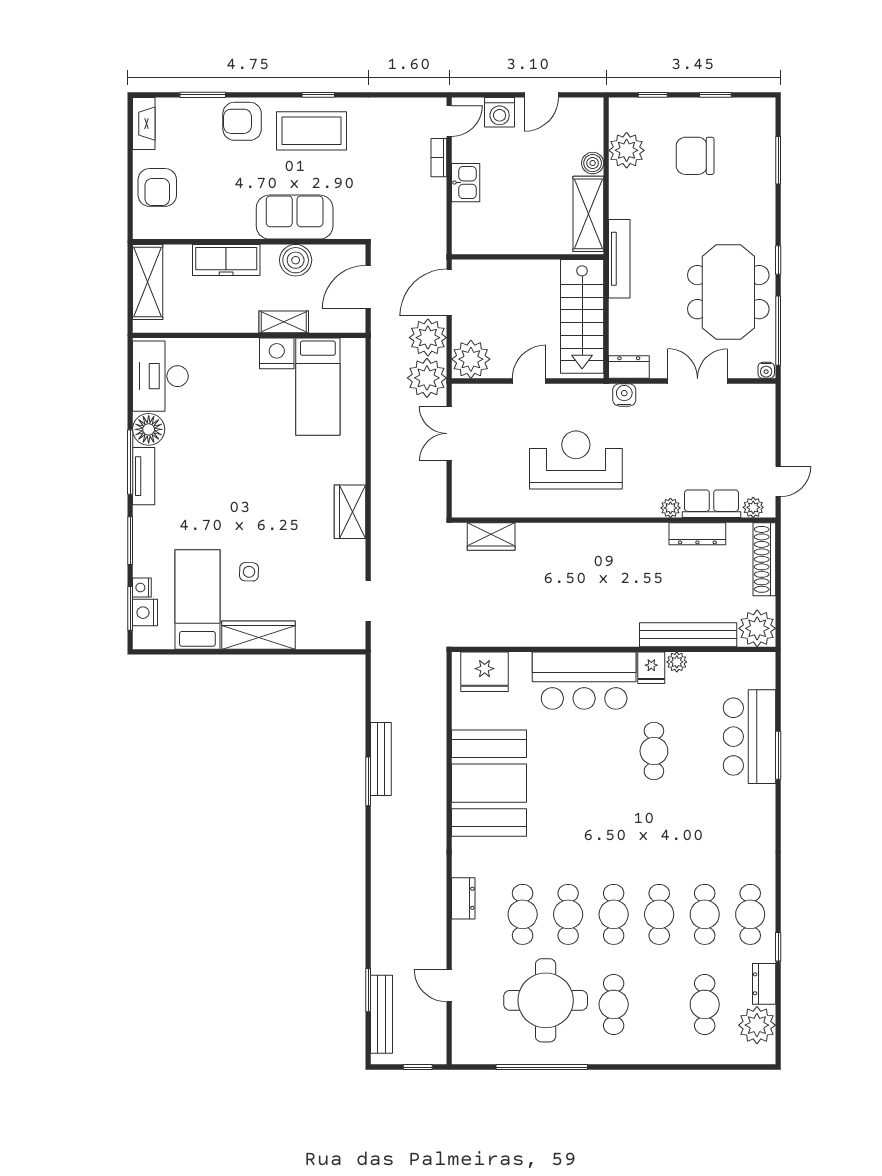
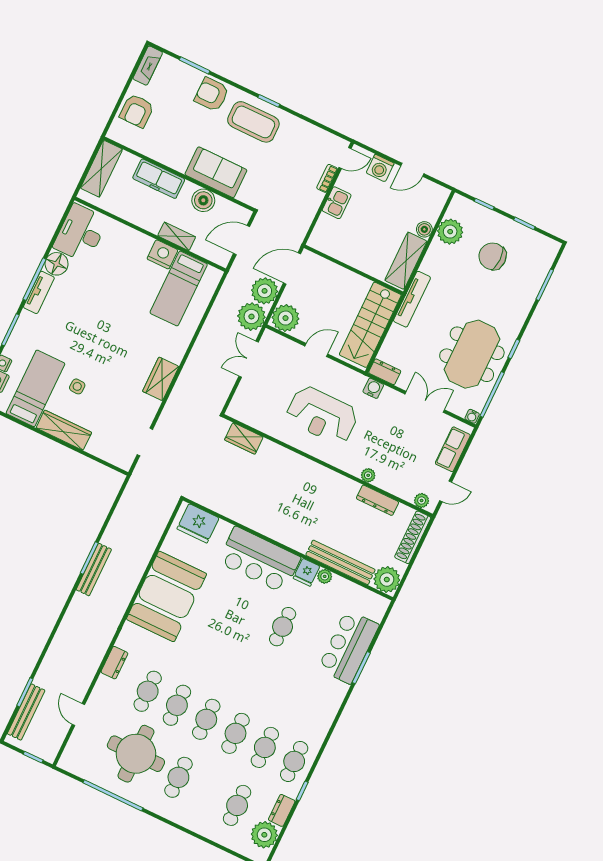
reception desk: (576, 460) -> (322, 415), turned 180
row of seats: (711, 504) -> (453, 449), moved, turned -90
bench: (381, 759) -> (94, 570), moved

